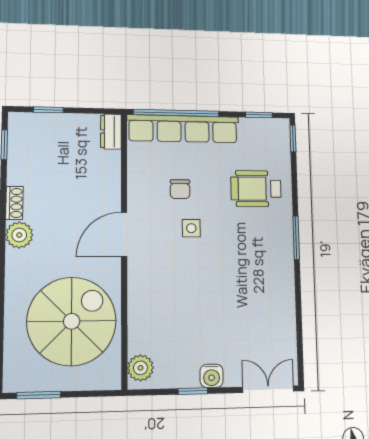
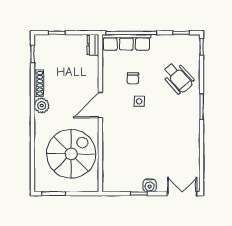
row of seats: (183, 129) -> (126, 42), width x0.73
wheelchair: (256, 189) -> (178, 78), turned -132
shoe rack: (14, 203) -> (39, 83), width x1.43
plant: (140, 368) -> (109, 180), removed

